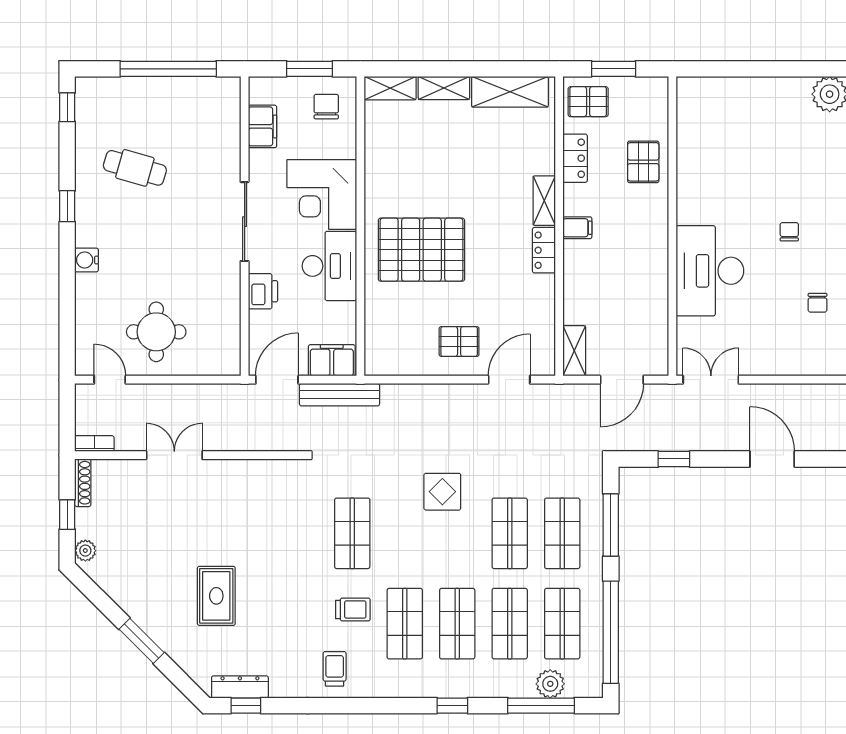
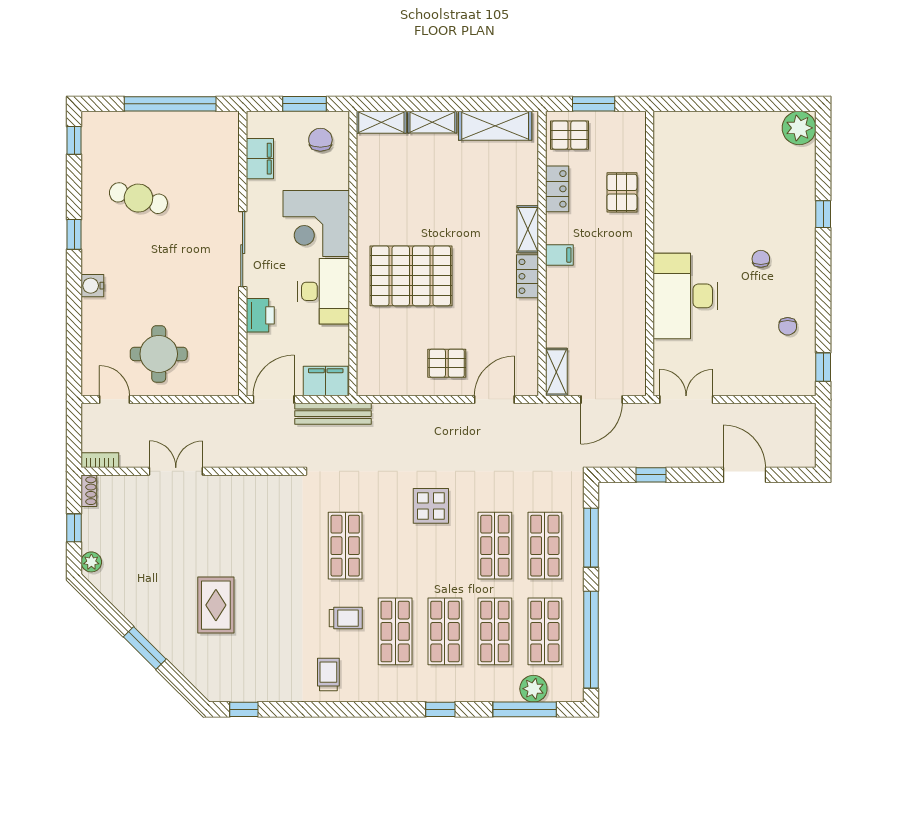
shoe rack: (83, 483) -> (89, 491), width x0.70
dresser: (240, 687) -> (238, 692), removed

